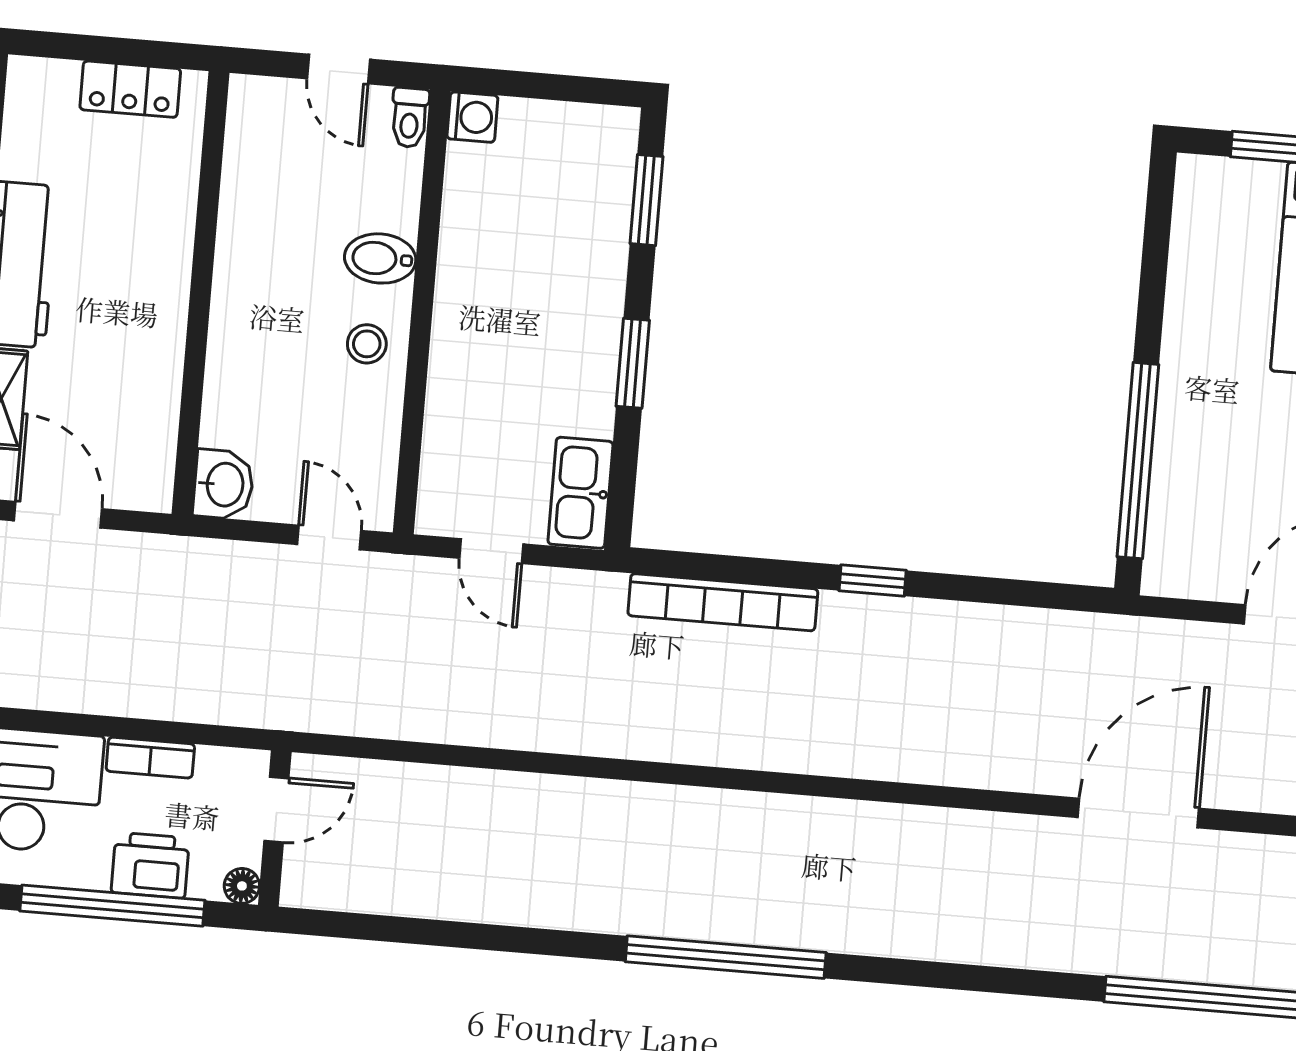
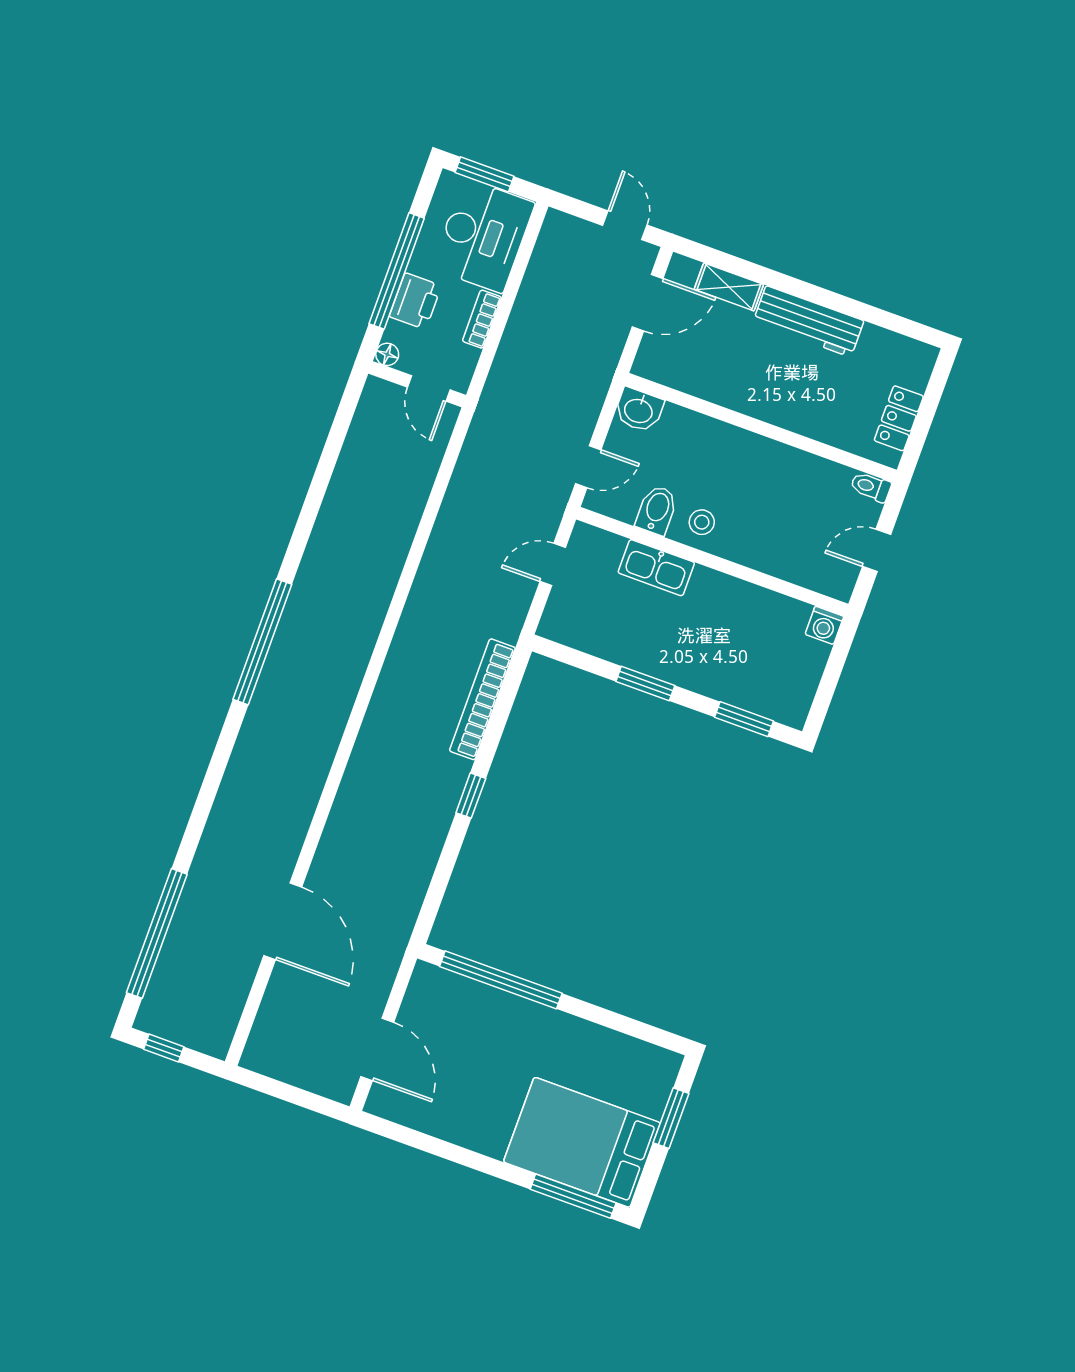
toilet: (410, 118) -> (871, 487), moved
bidet: (380, 258) -> (657, 510), moved
kitchen sink: (580, 493) -> (656, 568), moved, turned 180

